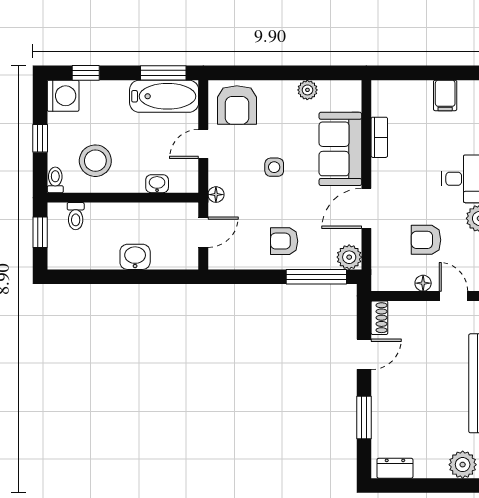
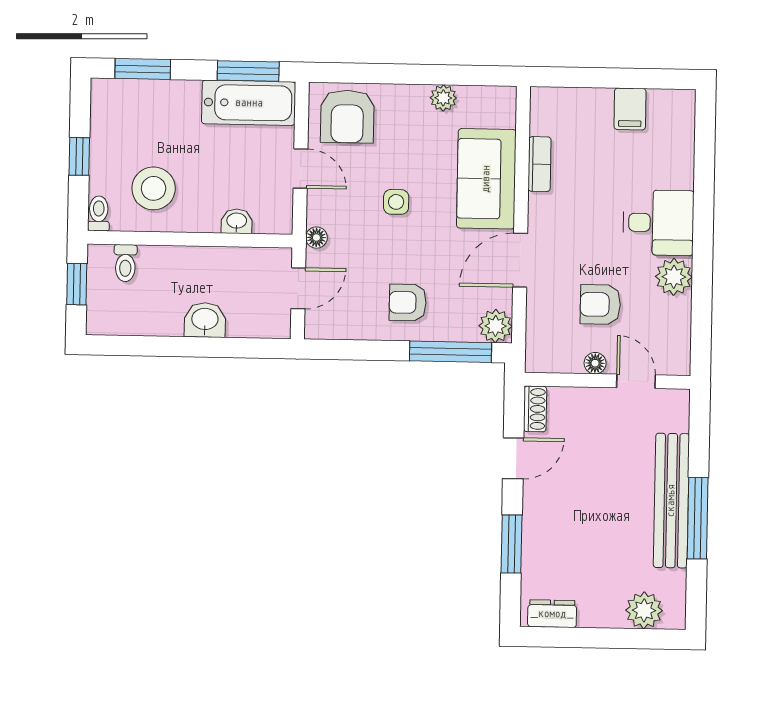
window: (86, 73) -> (143, 69), width x1.50
washing machine: (63, 96) -> (111, 99), removed
door: (203, 144) -> (300, 168), swing flipped

